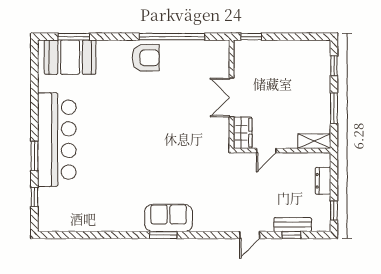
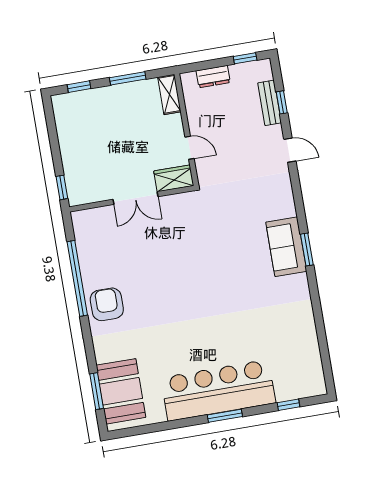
window: (34, 156) -> (225, 416), moved

